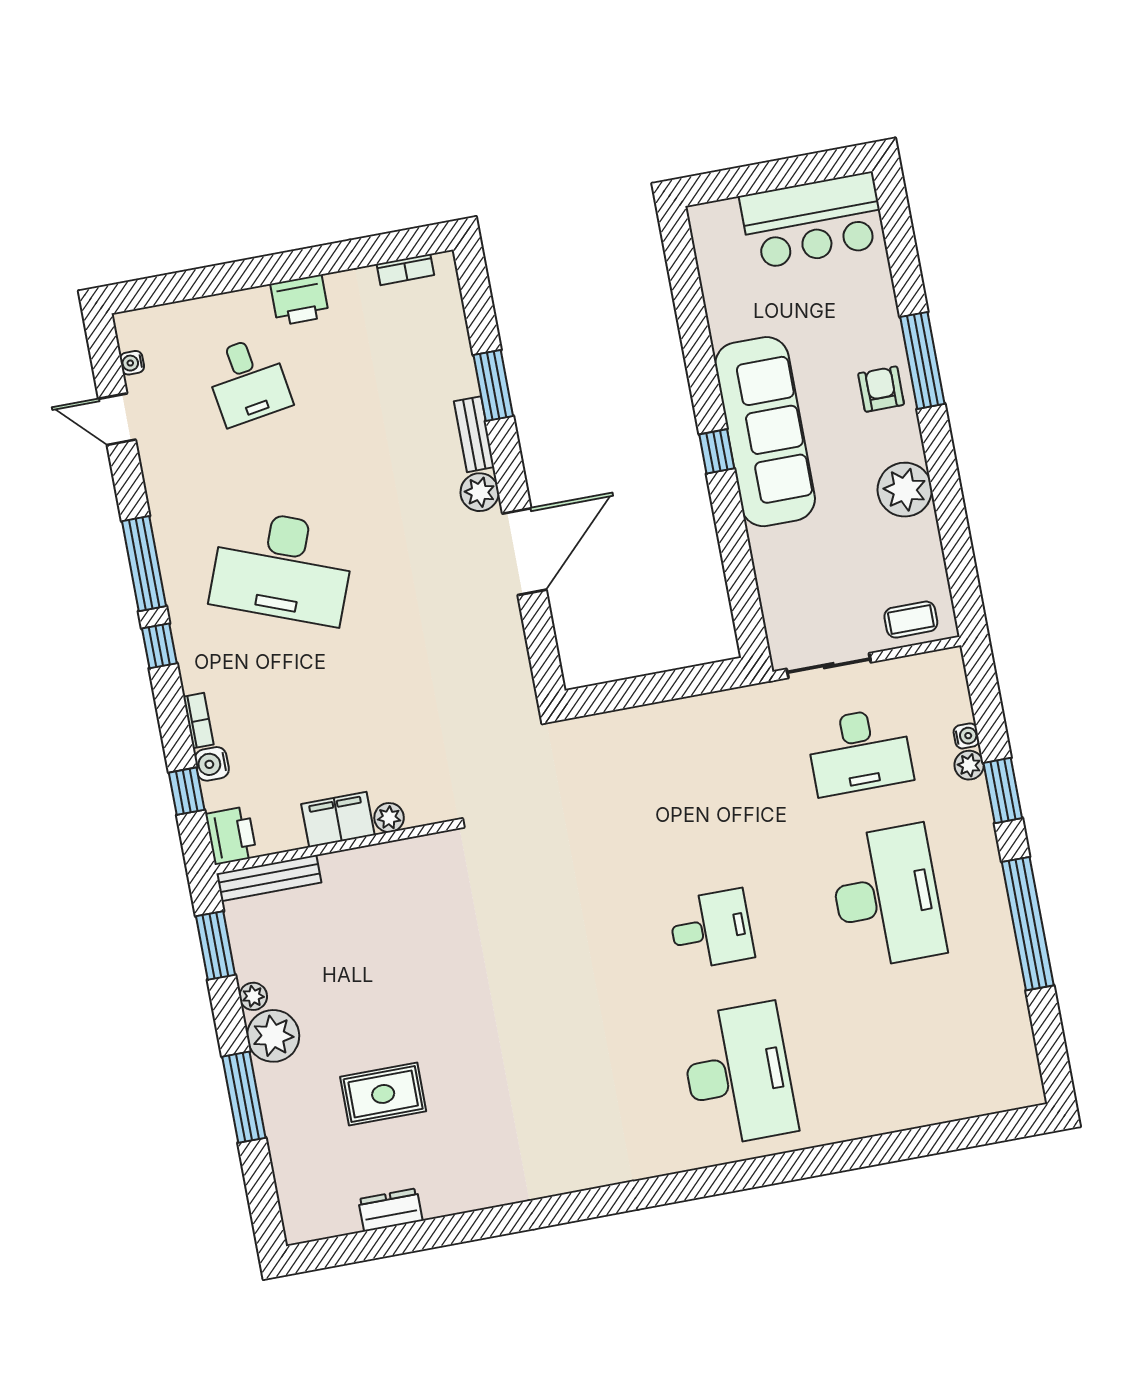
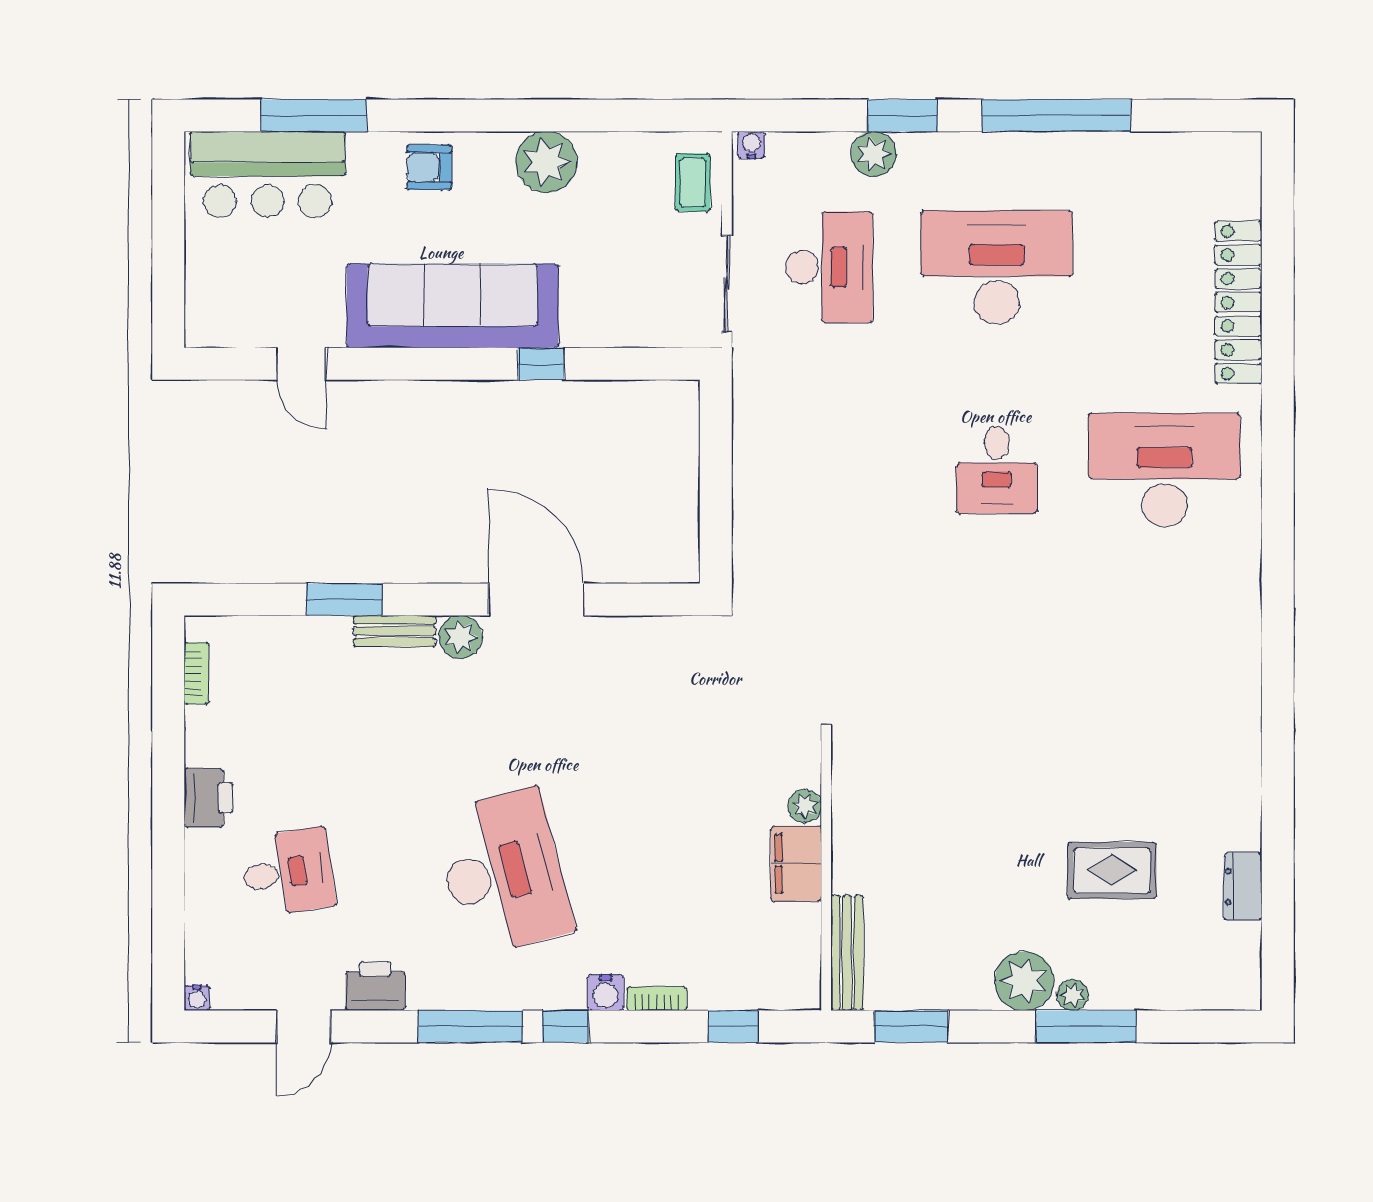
bar counter: (813, 221) -> (268, 174), moved, turned 90
door: (690, 310) -> (301, 364), added
window: (922, 360) -> (314, 115), moved
water cooler: (132, 363) -> (197, 998), moved
window: (717, 451) -> (541, 364), moved
desk: (283, 567) -> (503, 872), turned -36
water cooler: (966, 736) -> (751, 145), moved
water cooler: (212, 764) -> (606, 993), moved
plant: (969, 765) -> (874, 154), width x1.38, depth x1.38
printer: (231, 835) -> (375, 986), moved
desk: (711, 929) -> (997, 470), turned 180
plant: (253, 996) -> (1073, 995), moved
rug: (383, 1094) -> (1112, 870), turned 90
locker: (895, 1111) -> (1238, 302), added

